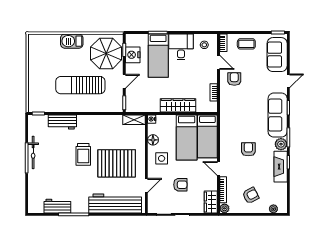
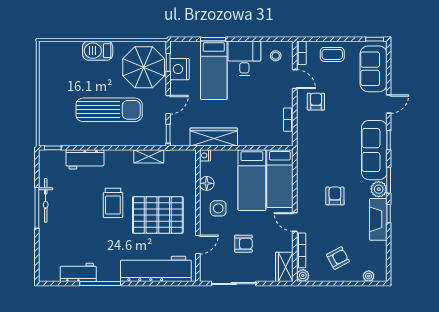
sun lounger: (80, 85) -> (109, 110), turned 180
wardrobe: (178, 105) -> (214, 137), moved
shelving: (134, 120) -> (149, 156), moved

